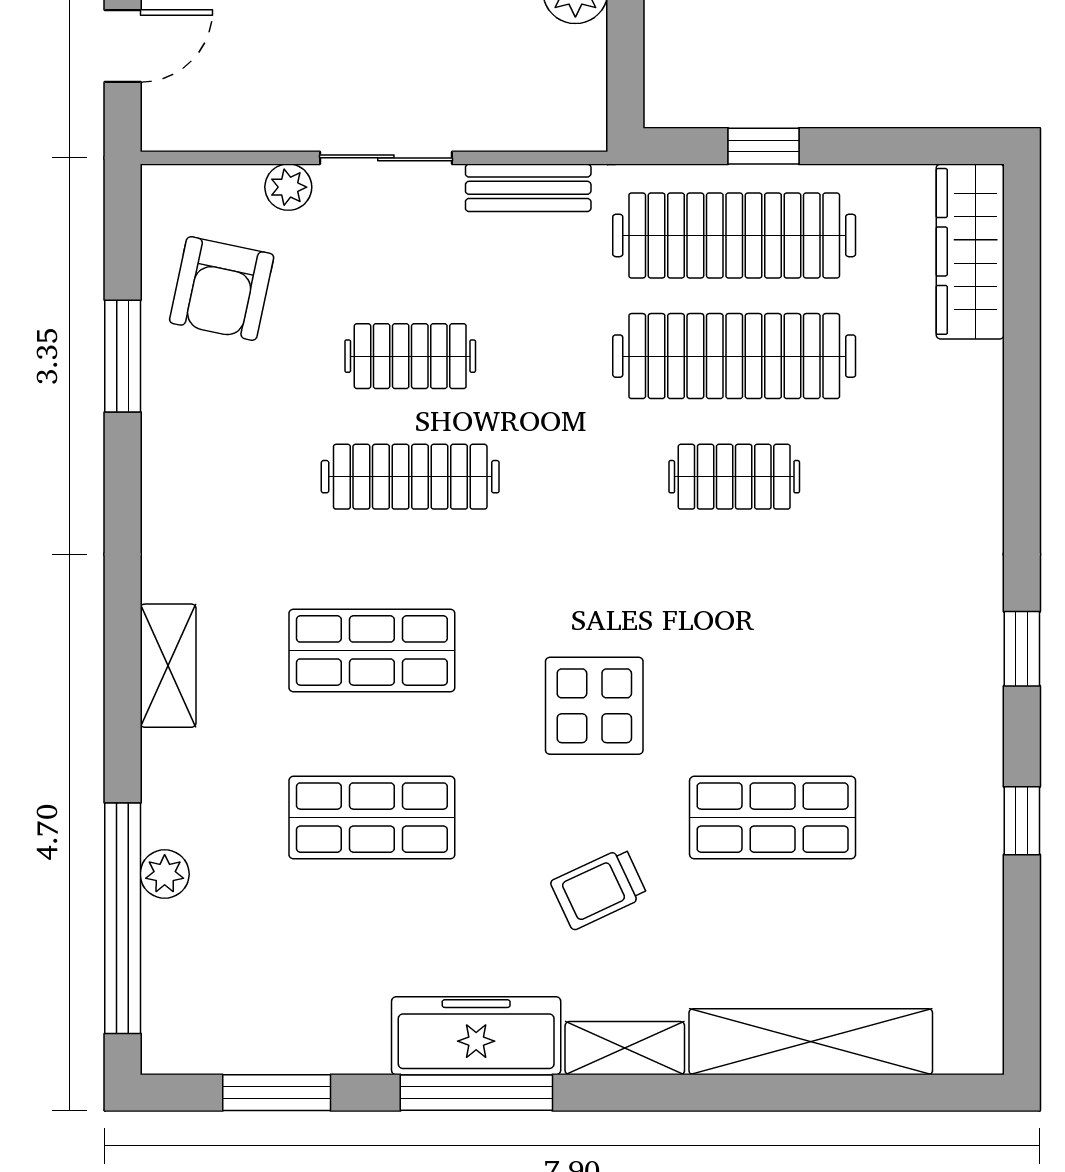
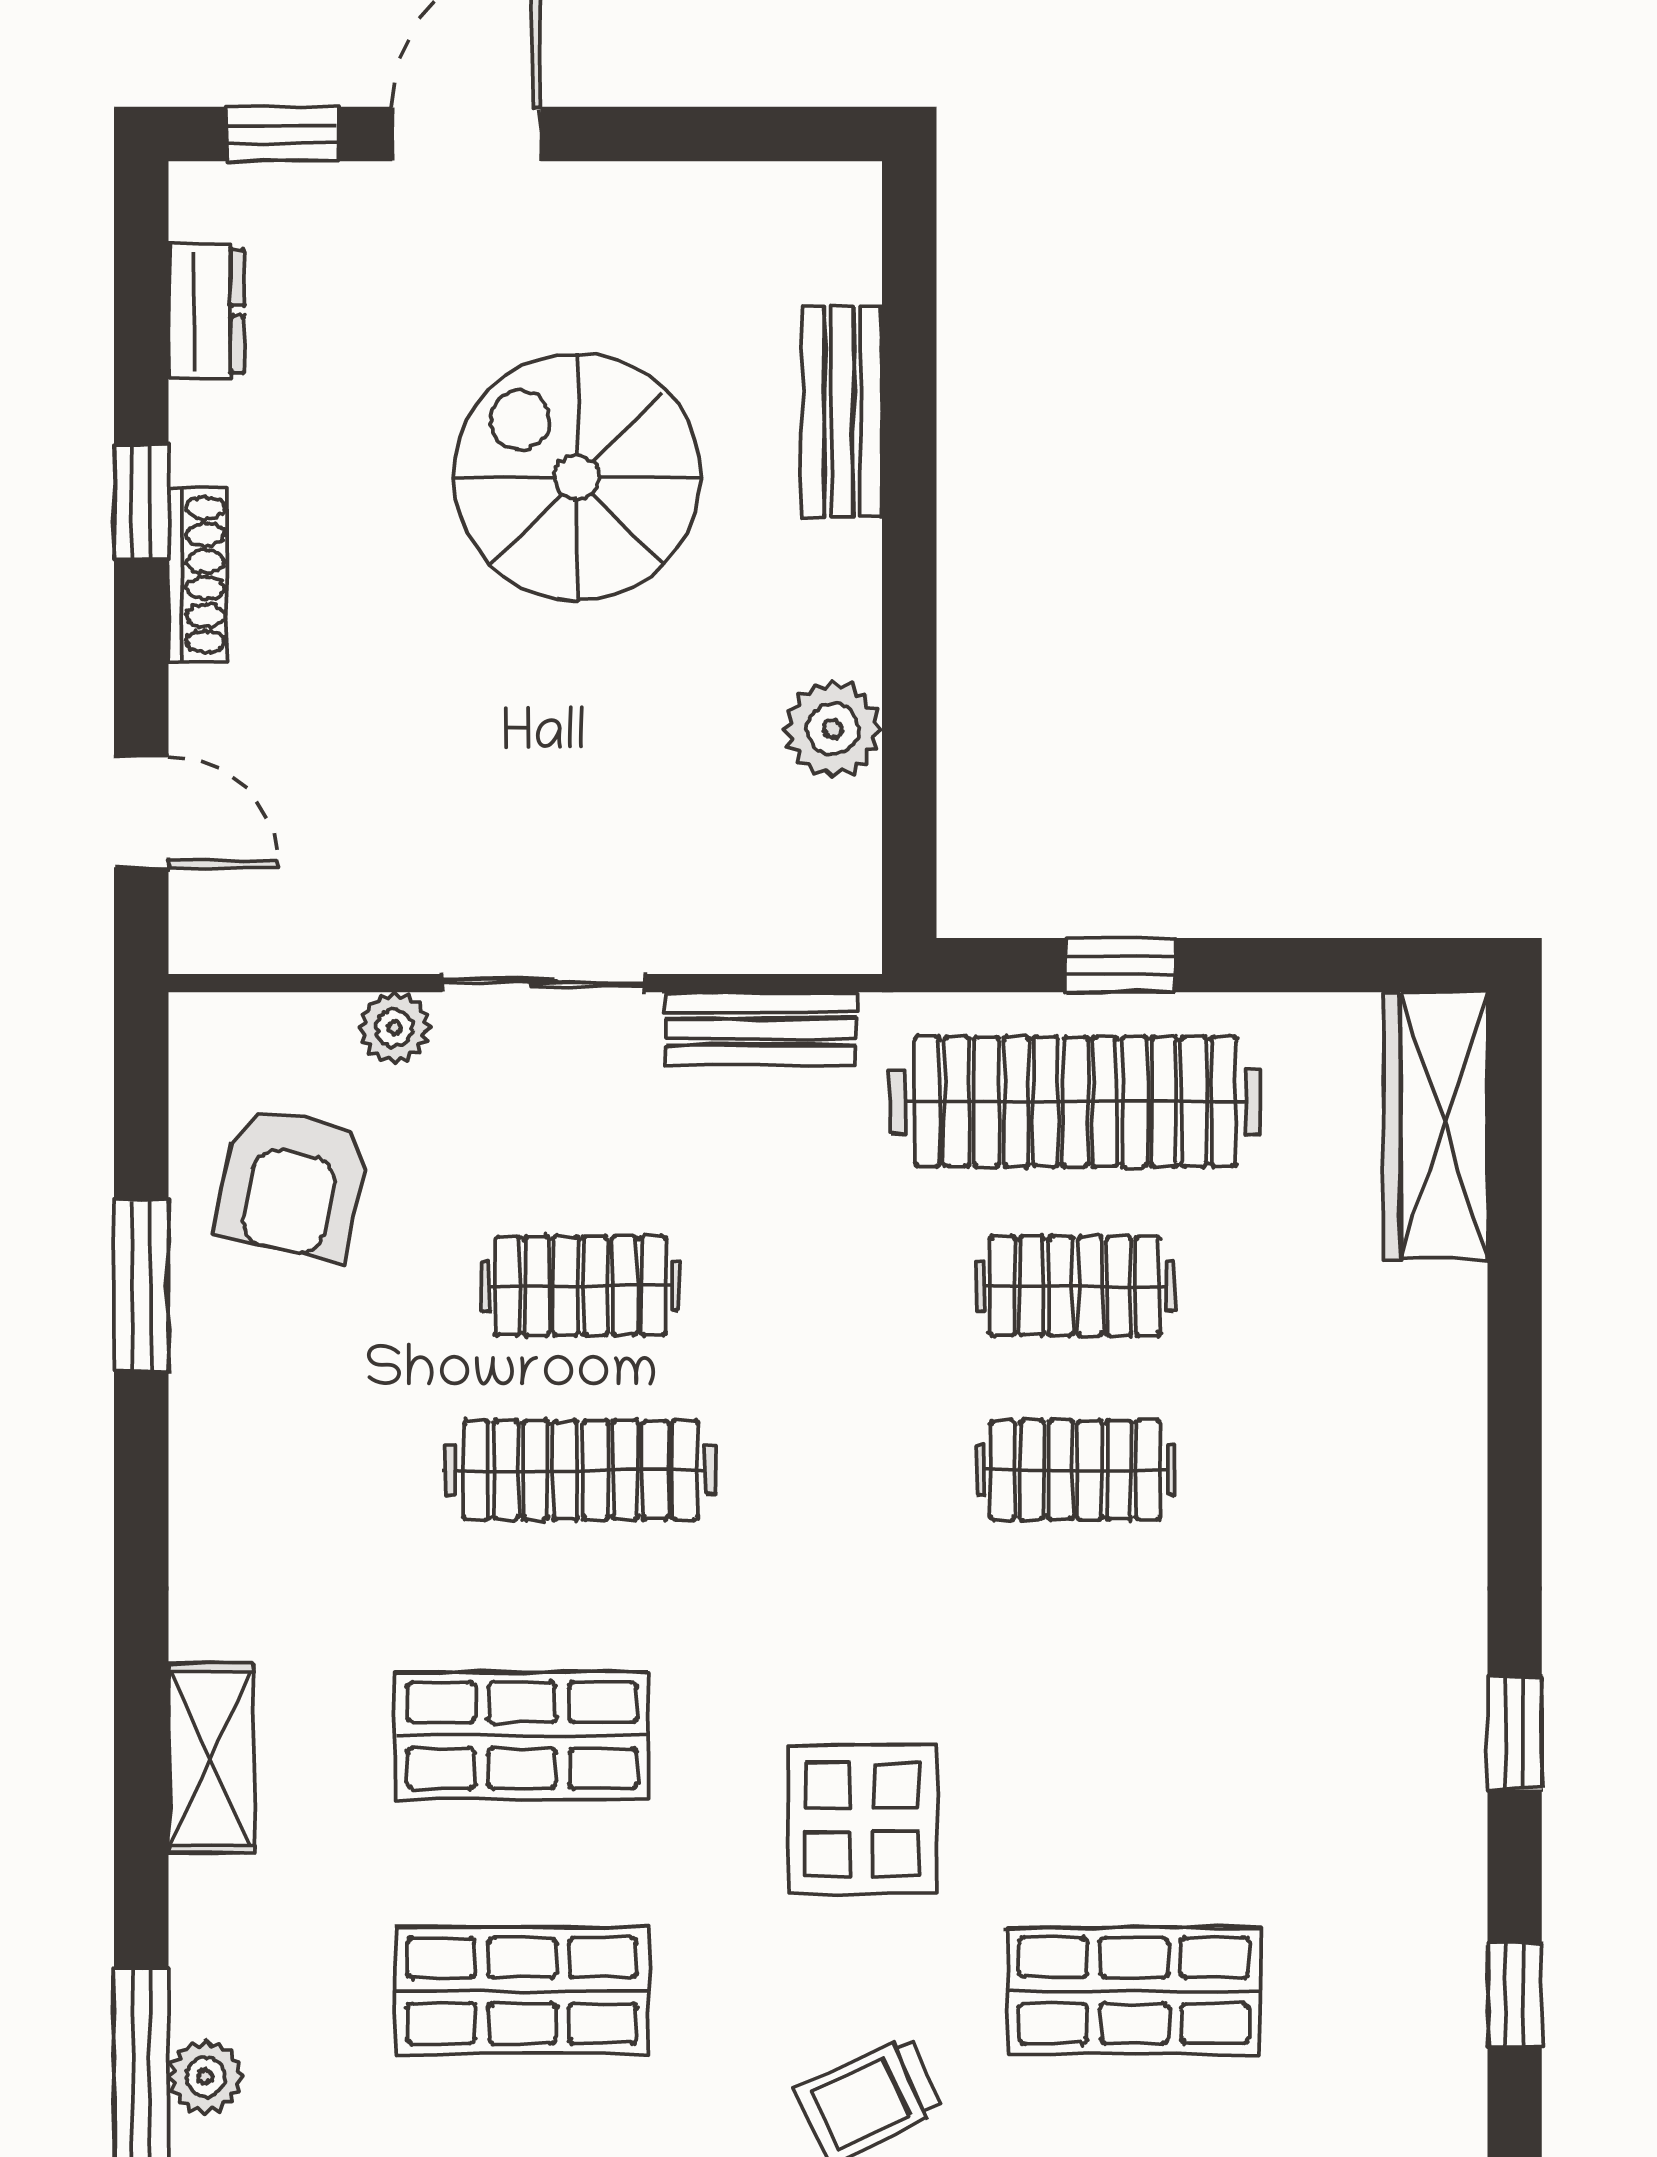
door: (123, 46) -> (141, 812), hinge flipped
clothes rail: (734, 356) -> (1075, 1286), width x0.54, depth x0.76

